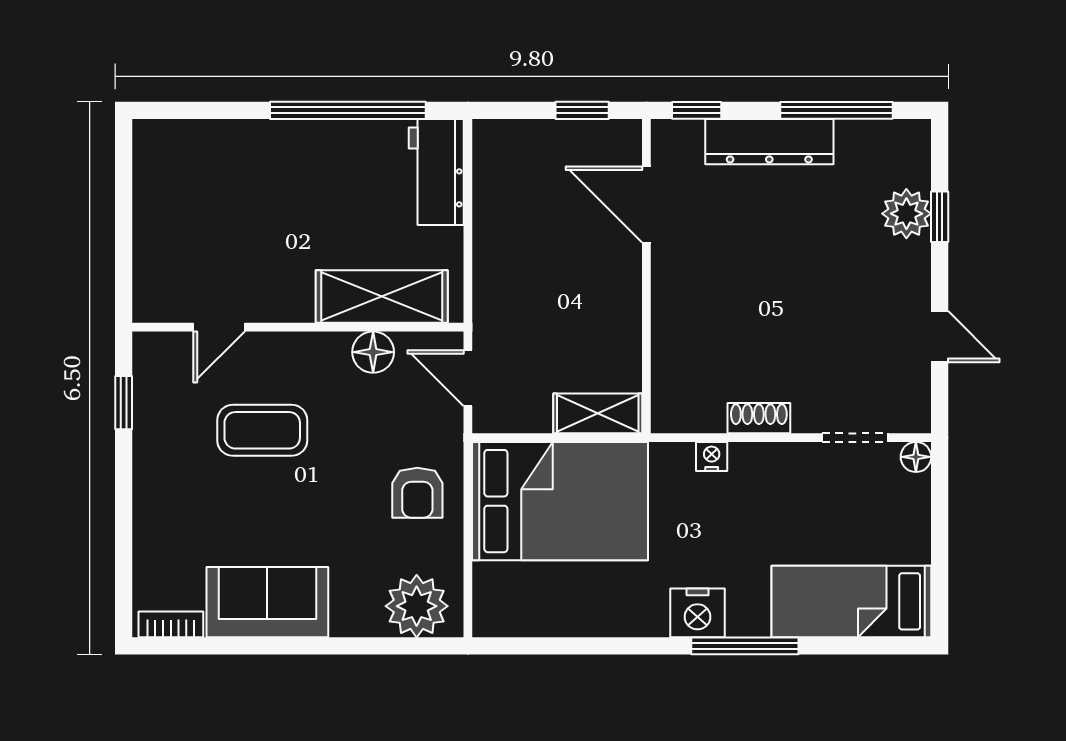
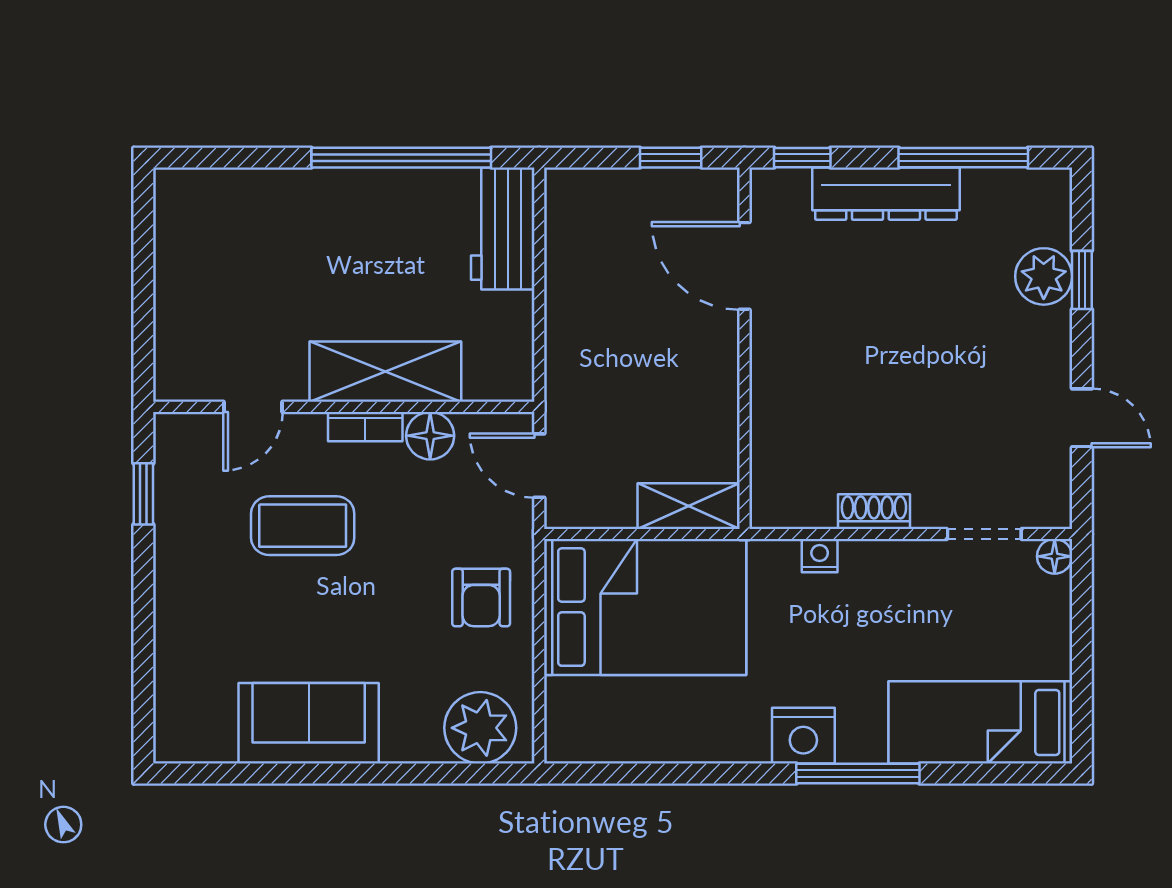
shelving: (382, 296) -> (385, 372), moved
bookcase: (171, 624) -> (365, 427), moved, turned 180

